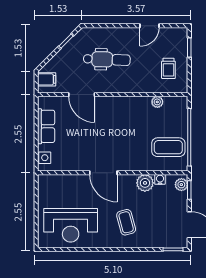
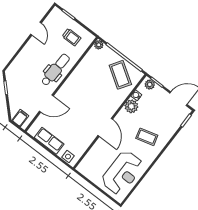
dental chair: (107, 59) -> (55, 70), moved
plant: (157, 102) -> (99, 45), moved
coffee table: (168, 147) -> (120, 75), turned -57
door: (103, 173) -> (105, 127), hinge flipped

